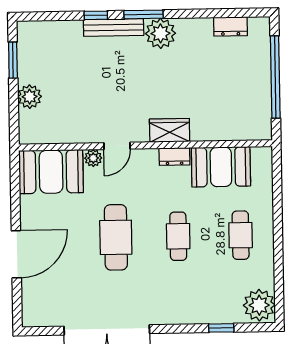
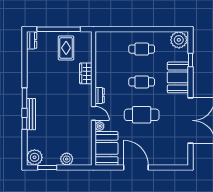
dresser: (231, 26) -> (32, 40), moved
plant: (161, 33) -> (35, 157), moved
rug: (240, 92) -> (66, 48), added
wardrobe: (170, 130) -> (86, 73), moved
dresser: (174, 157) -> (100, 95), moved
booth: (221, 167) -> (178, 77), moved
door: (16, 254) -> (136, 167), moved

